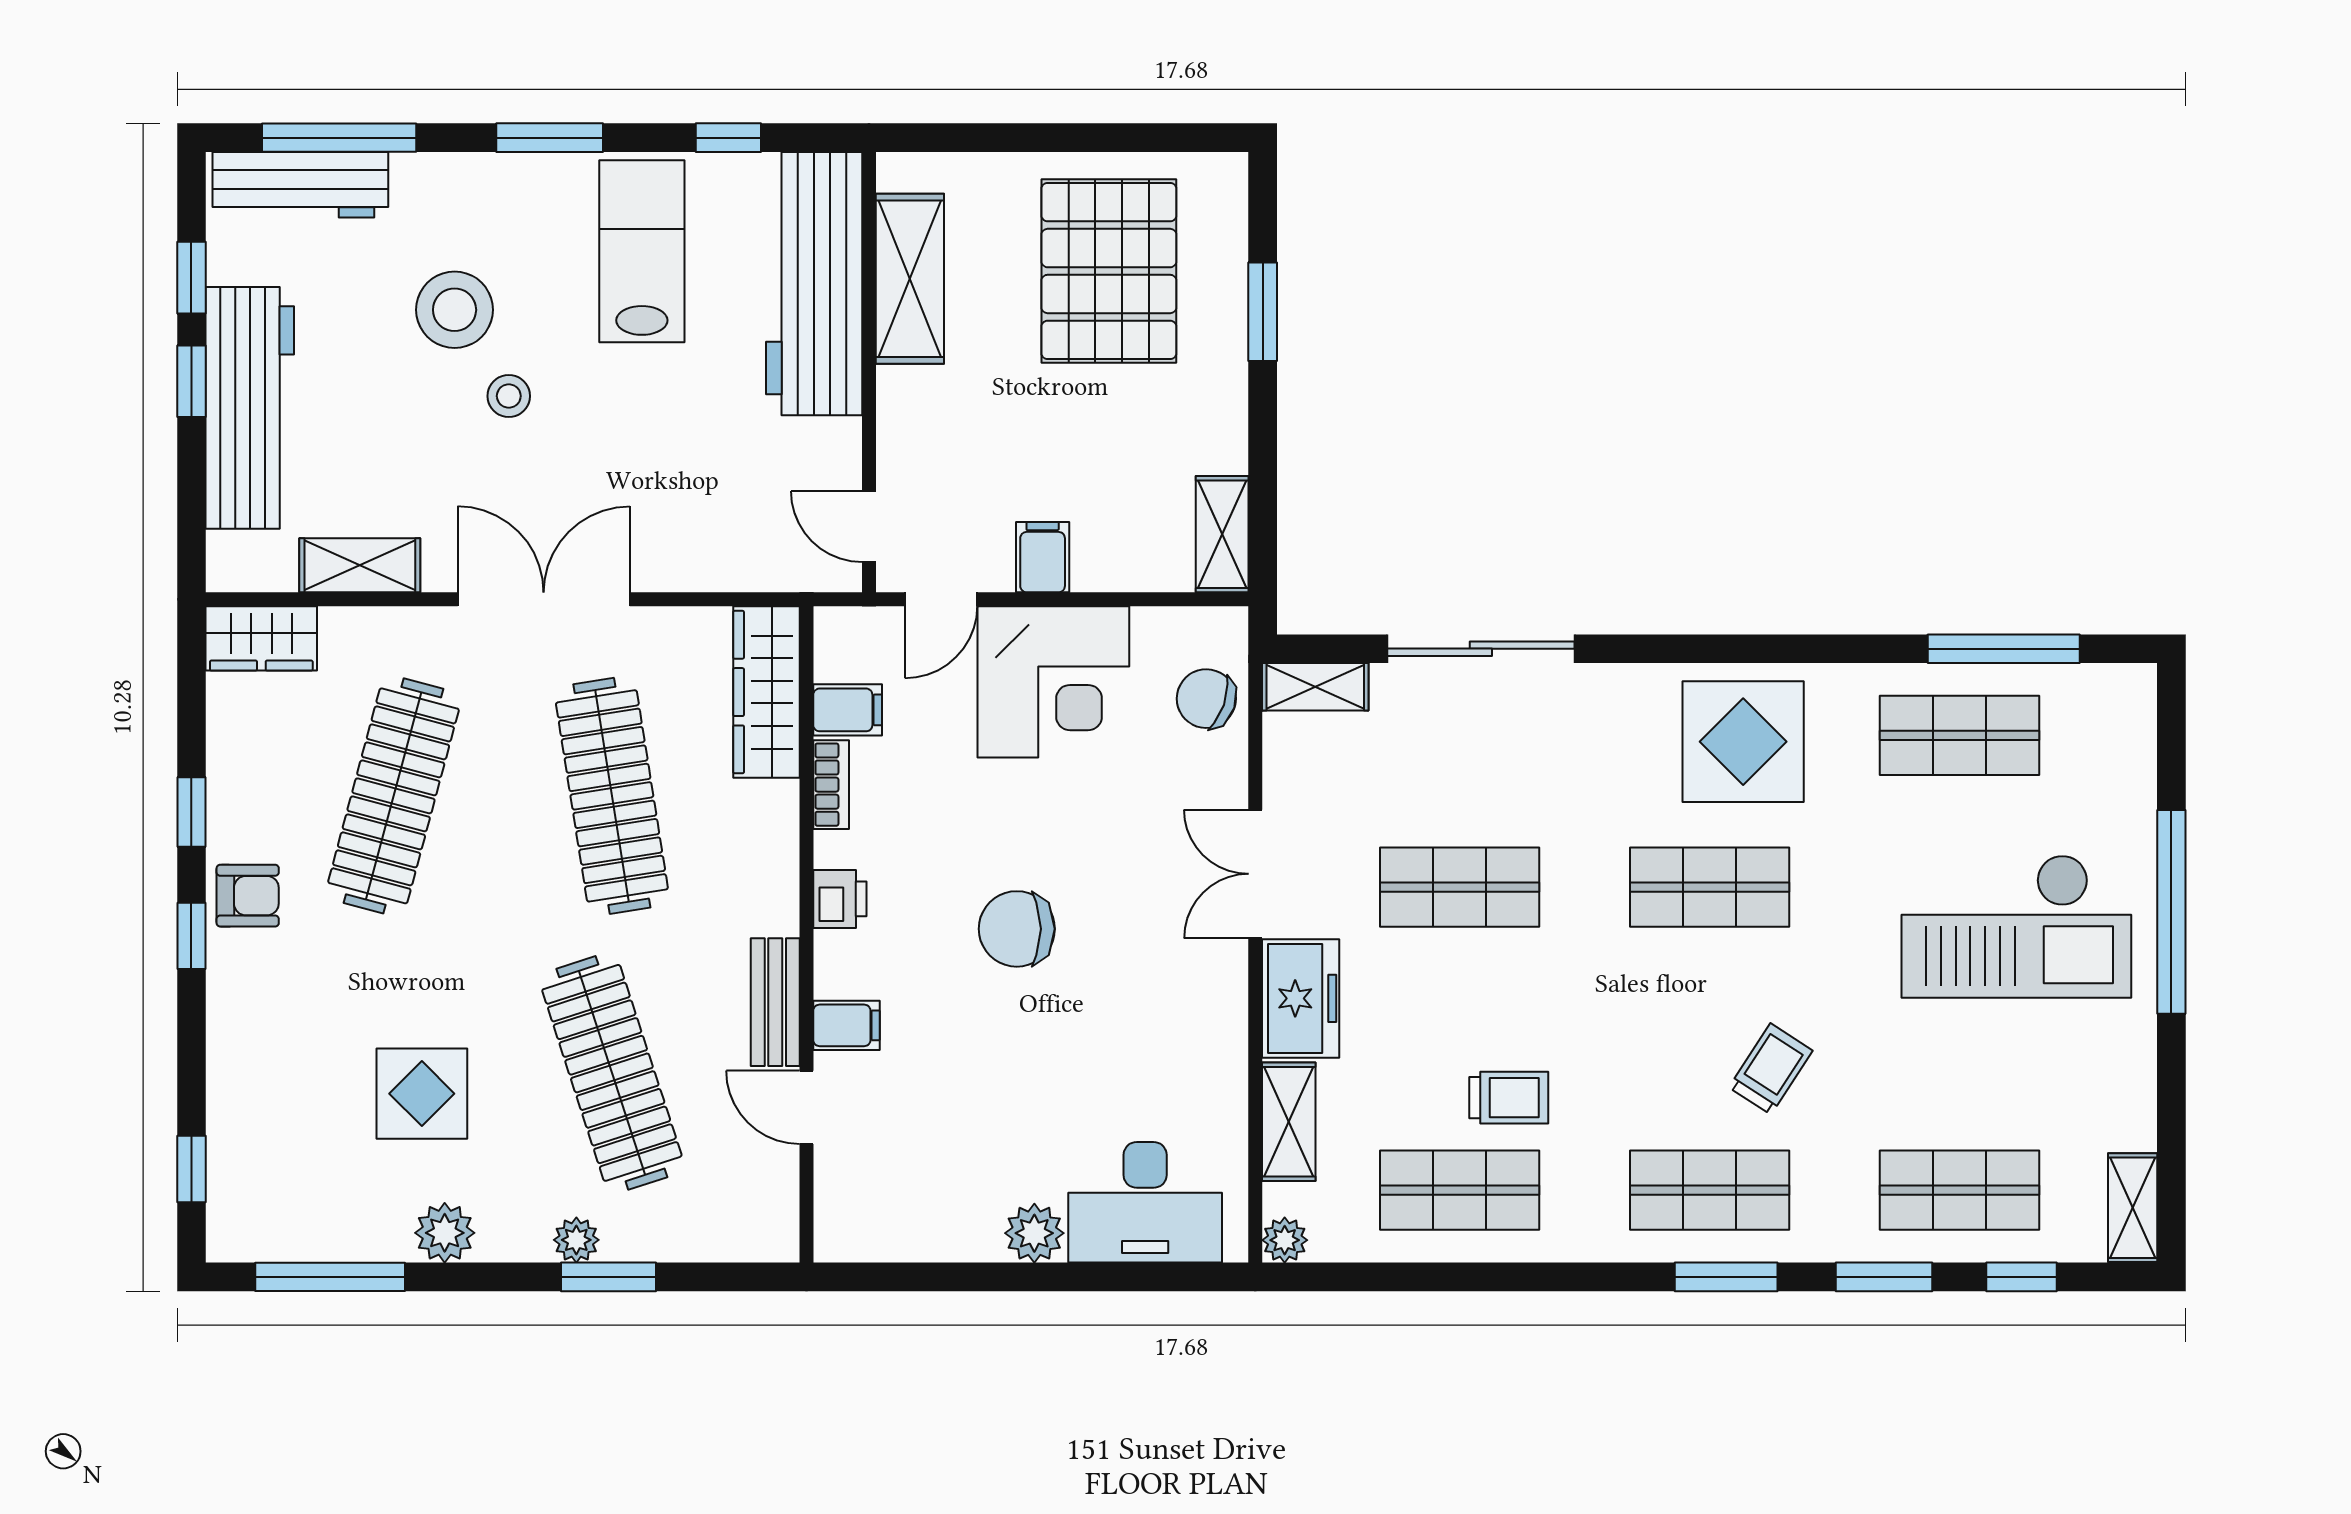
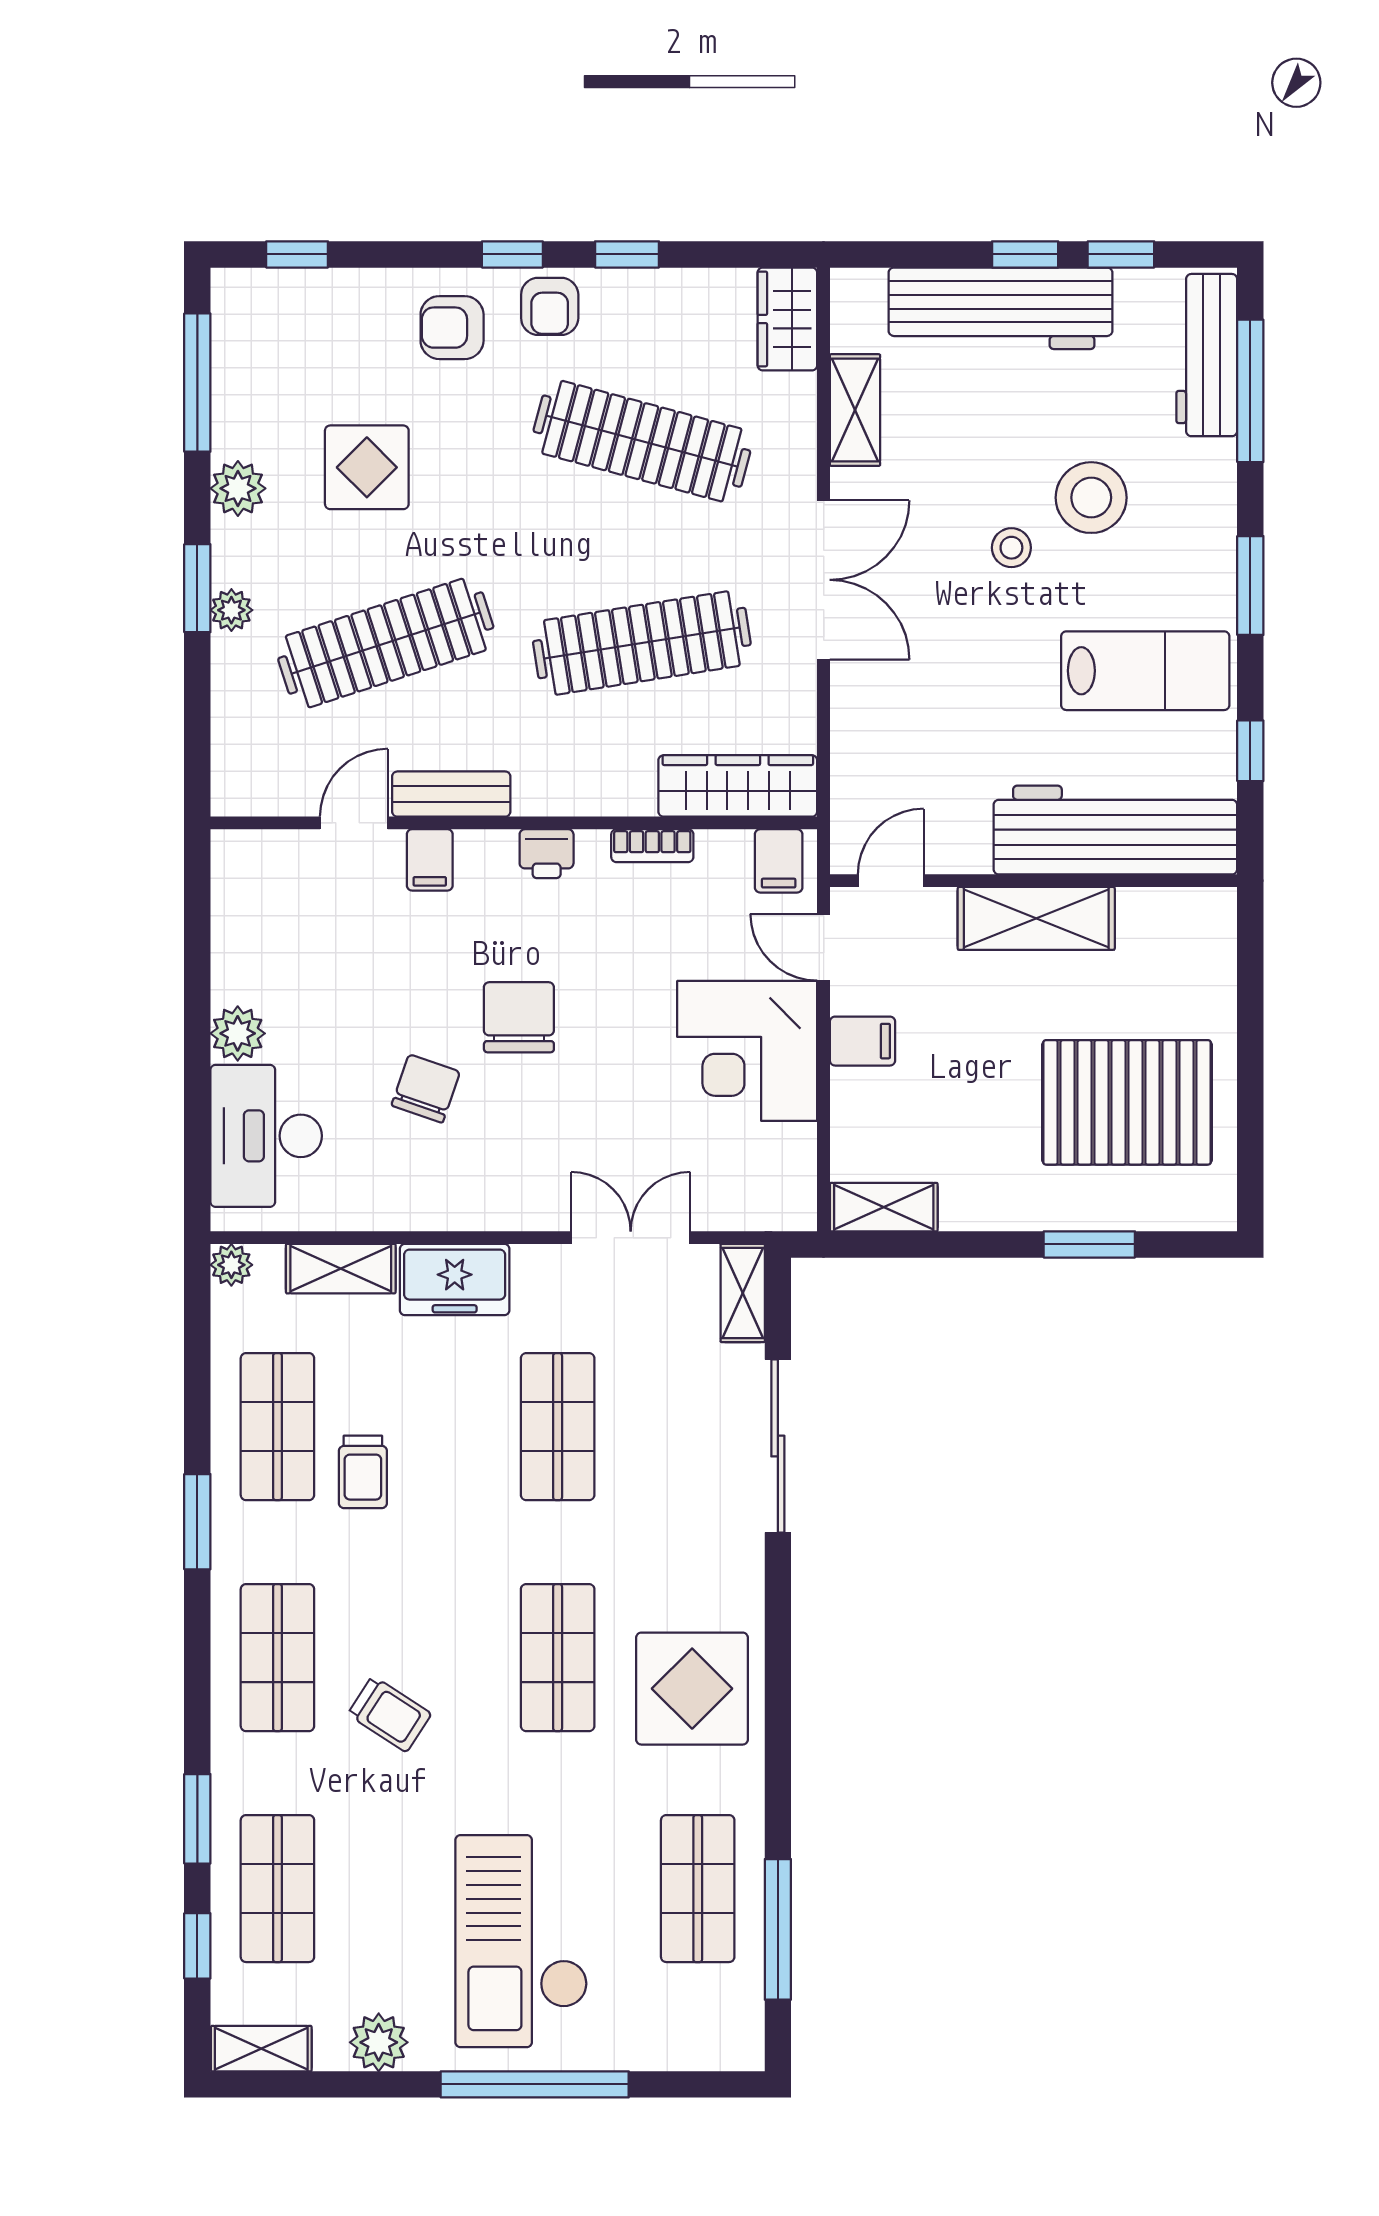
shelving: (910, 279) -> (1036, 918), moved
chair: (1206, 699) -> (426, 1089), moved
filing cabinet: (848, 710) -> (779, 861), moved
double door: (1255, 874) -> (631, 1238), moved
armchair: (271, 1001) -> (452, 328), added
plant: (2126, 1081) -> (379, 2042), added
window: (608, 1277) -> (197, 588), moved
window: (1726, 1277) -> (197, 1522), moved

